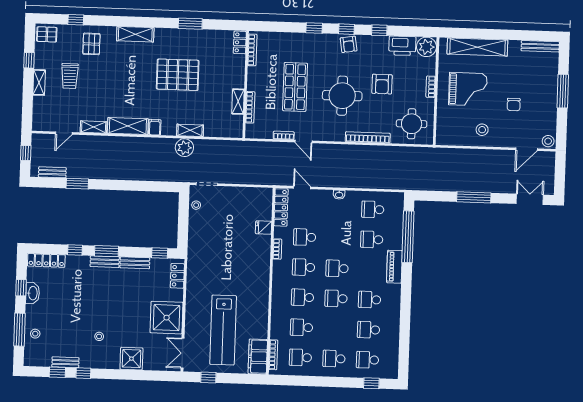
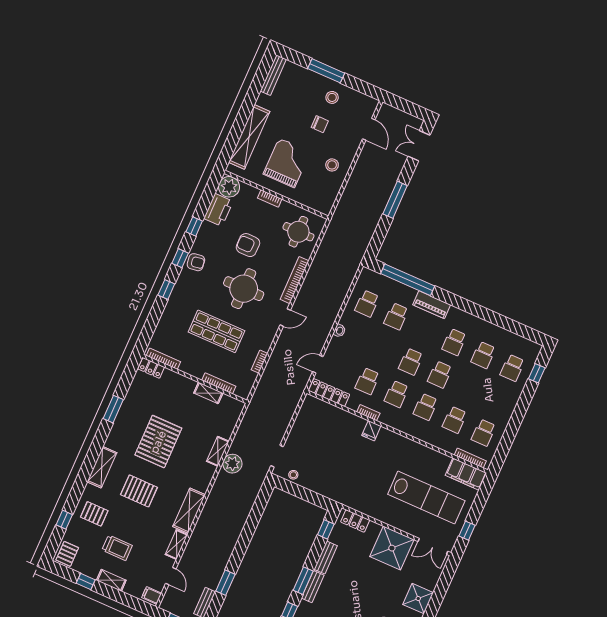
pallet: (127, 75) -> (139, 491), added
armchair: (382, 84) -> (248, 245), turned 180
filing cabinet: (155, 127) -> (152, 595), moved
stool: (548, 141) -> (332, 97), moved
door: (304, 142) -> (285, 318), moved
fridge: (263, 228) -> (371, 431), moved
school desk: (334, 359) -> (498, 400), removed

